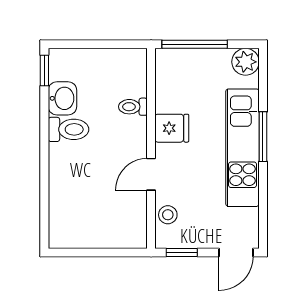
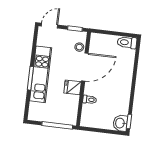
plant: (246, 62) -> (34, 114), removed
washbasin: (62, 98) -> (120, 123), moved
toilet: (69, 129) -> (127, 43), moved
door: (151, 174) -> (85, 67), width x1.88

